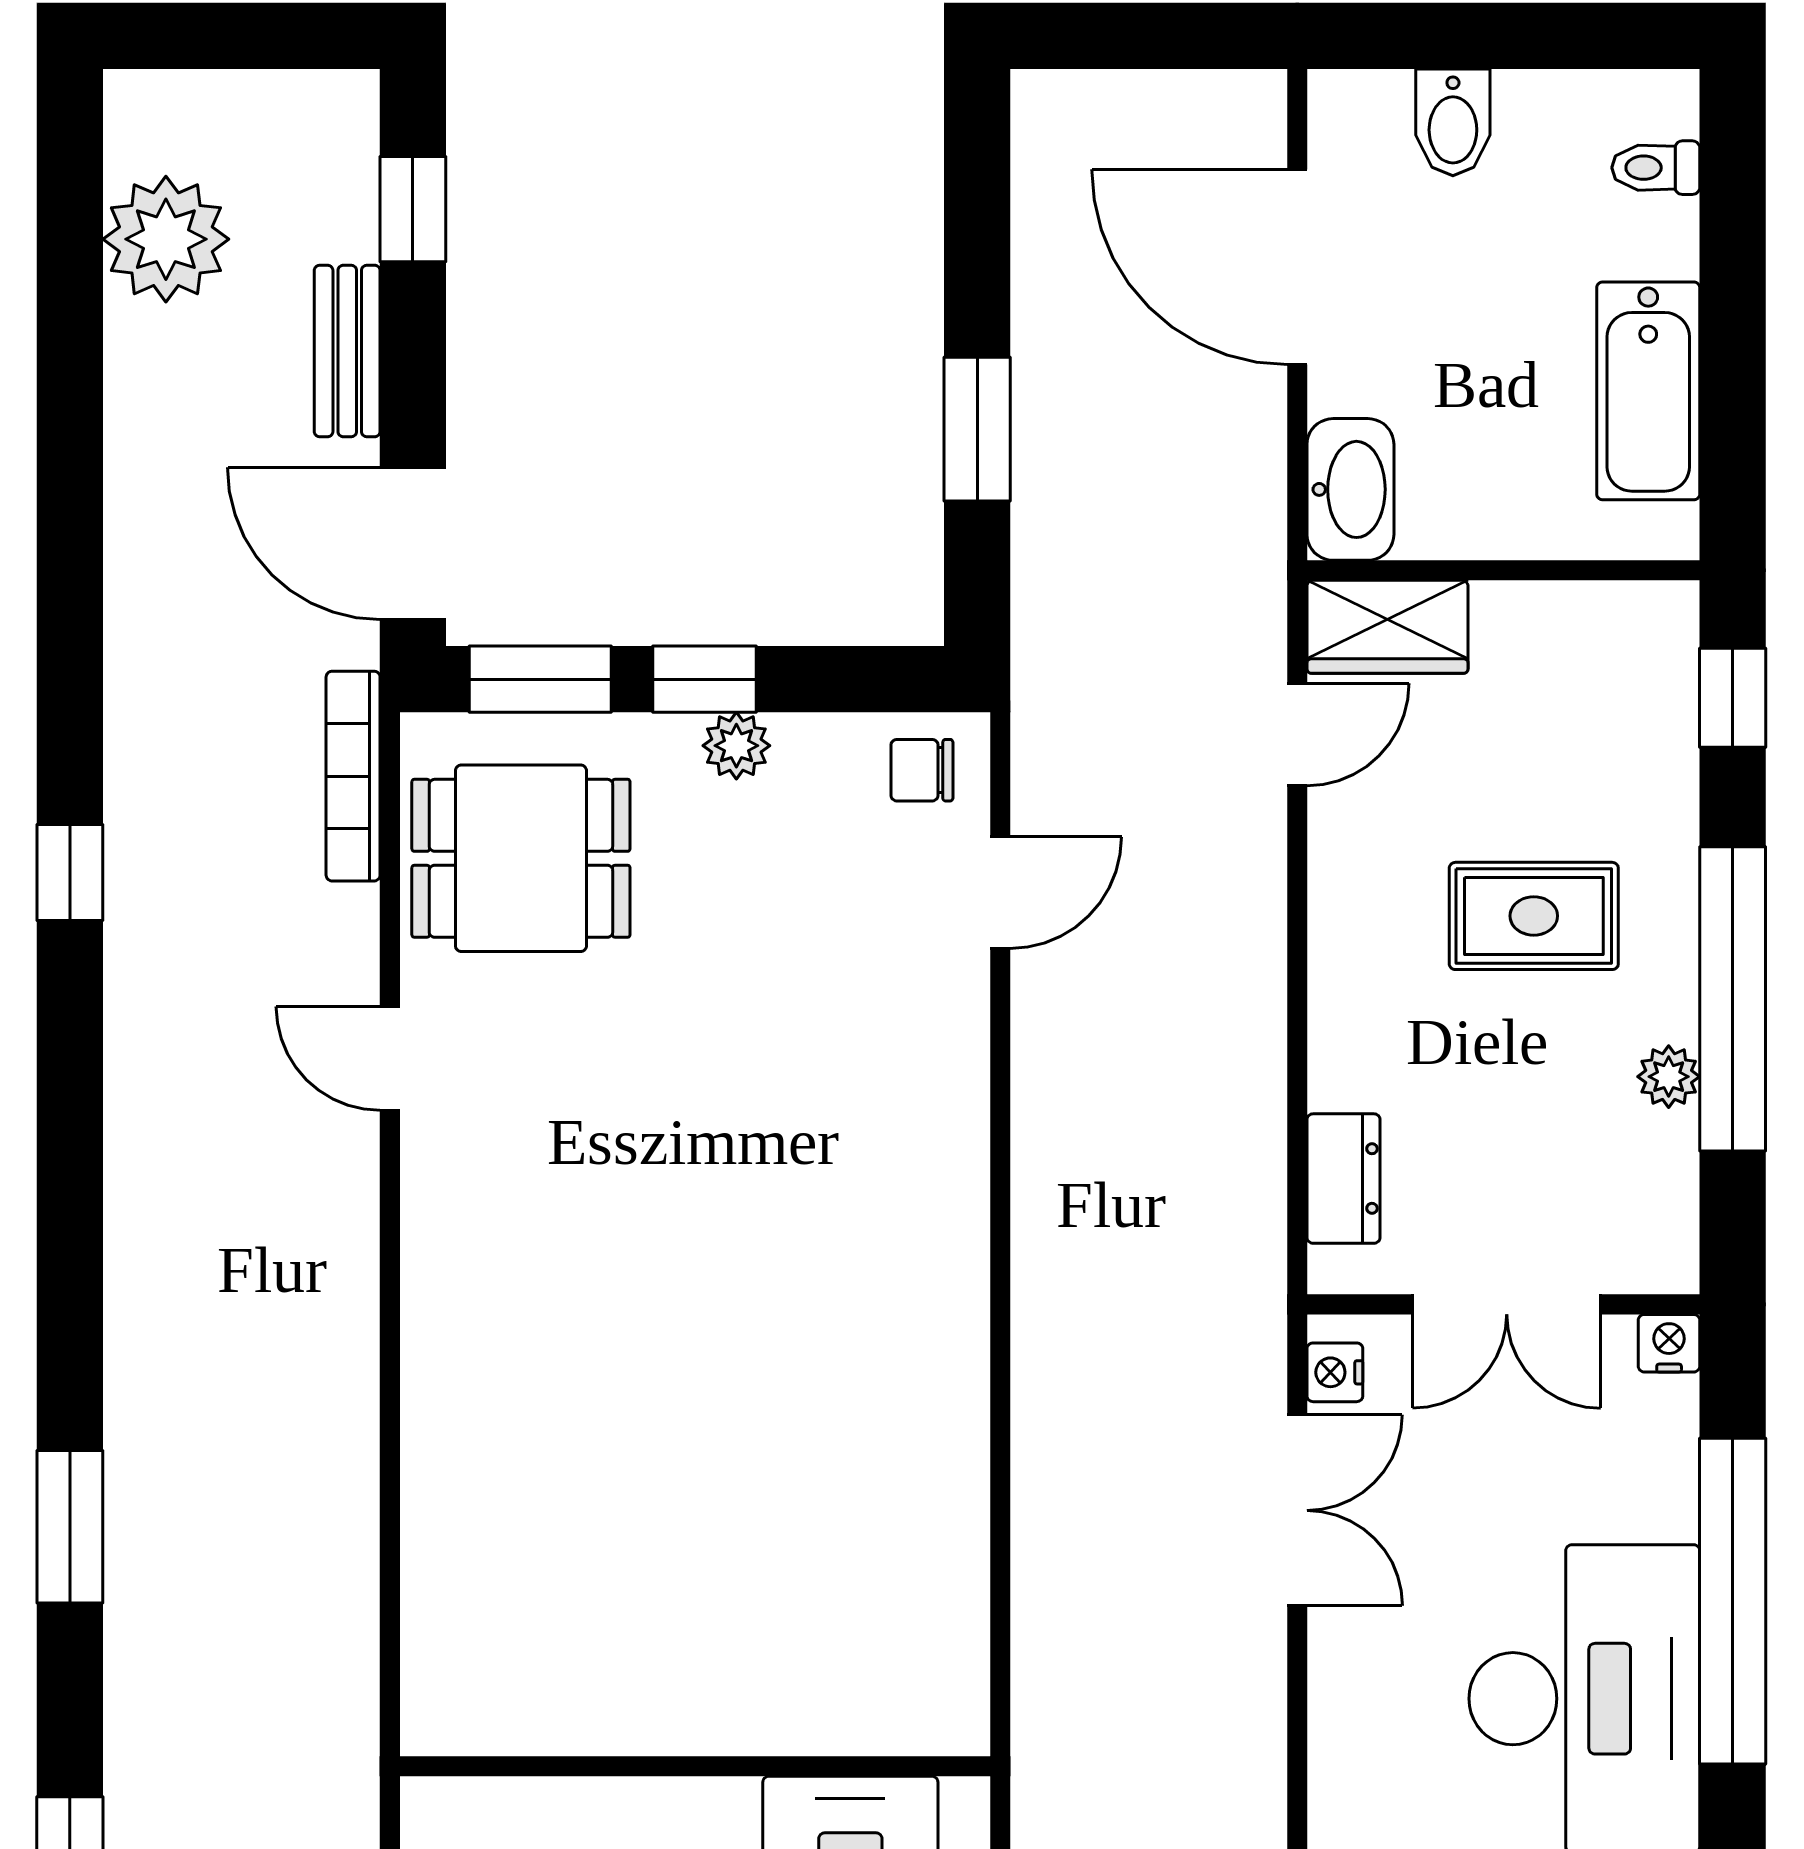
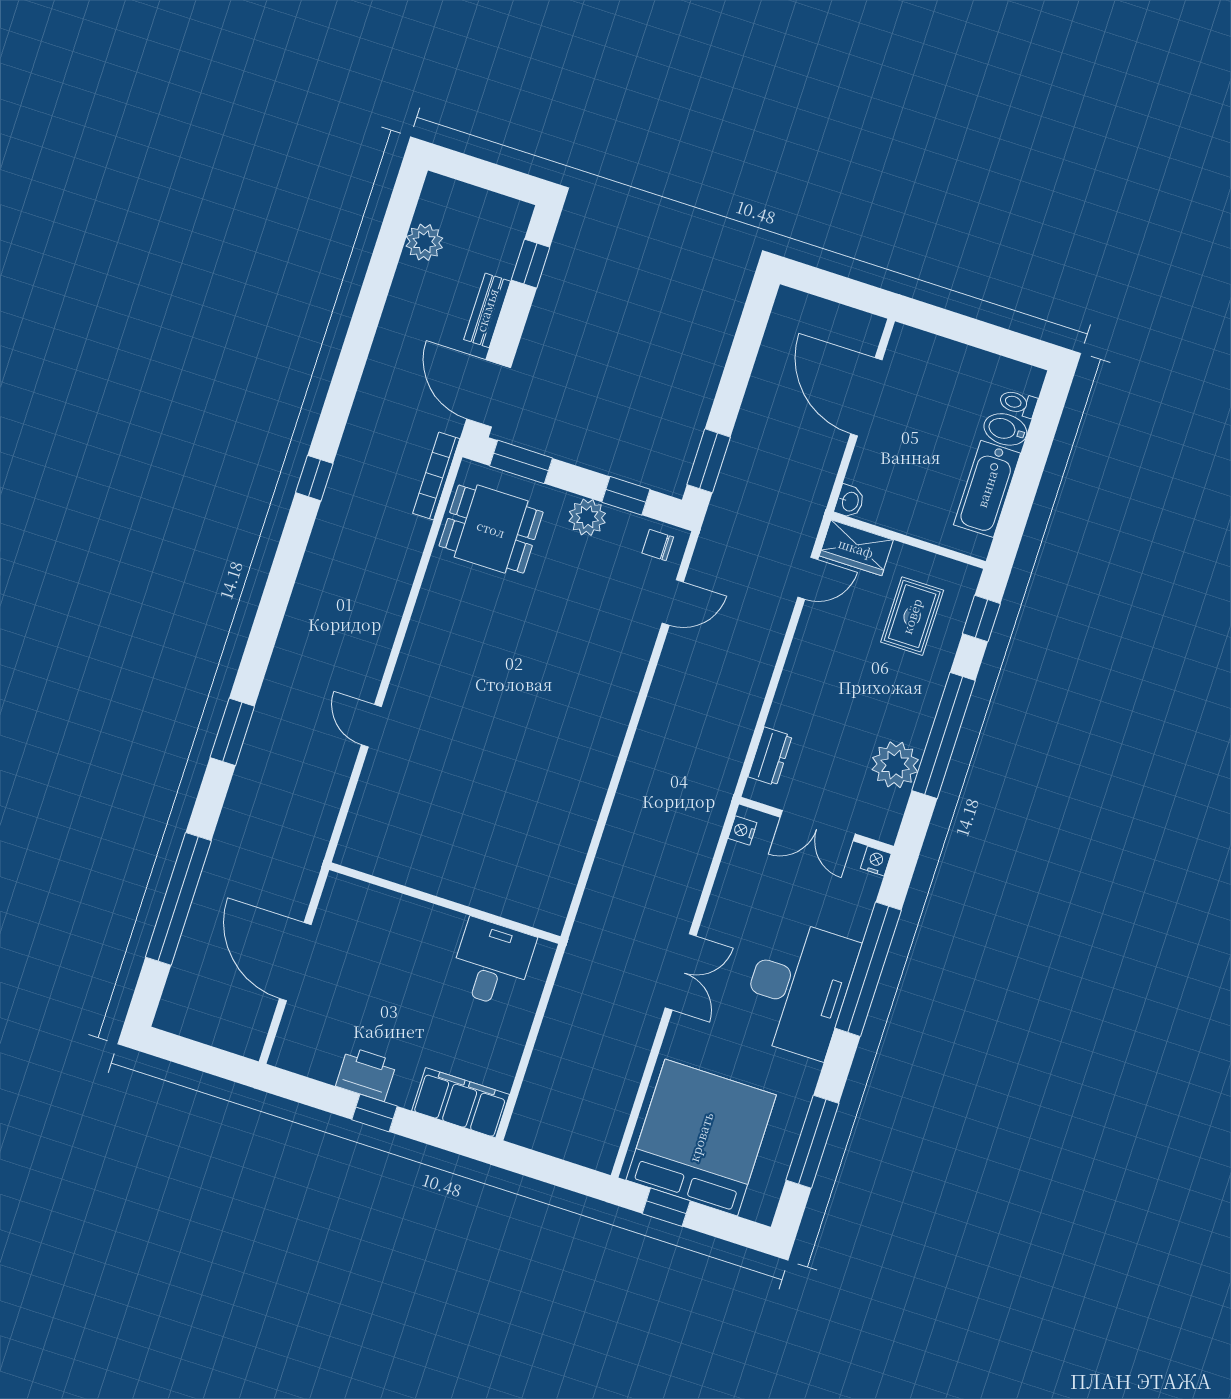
bidet: (1453, 122) -> (1005, 429), moved, turned 90
plant: (166, 239) -> (424, 242), width x0.73, depth x0.73
window: (977, 429) -> (709, 461), moved
washbasin: (1350, 489) -> (850, 501), width x0.52, depth x0.69
window: (704, 679) -> (626, 496), moved
plant: (736, 746) -> (587, 517), width x1.38, depth x1.38
rug: (1534, 916) -> (912, 616), moved, turned 90
door: (390, 1059) -> (371, 726), moved
plant: (1669, 1077) -> (895, 765), width x1.88, depth x1.88
double door: (1297, 1510) -> (681, 972), moved

